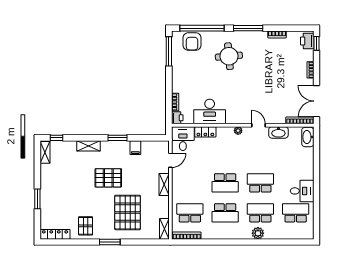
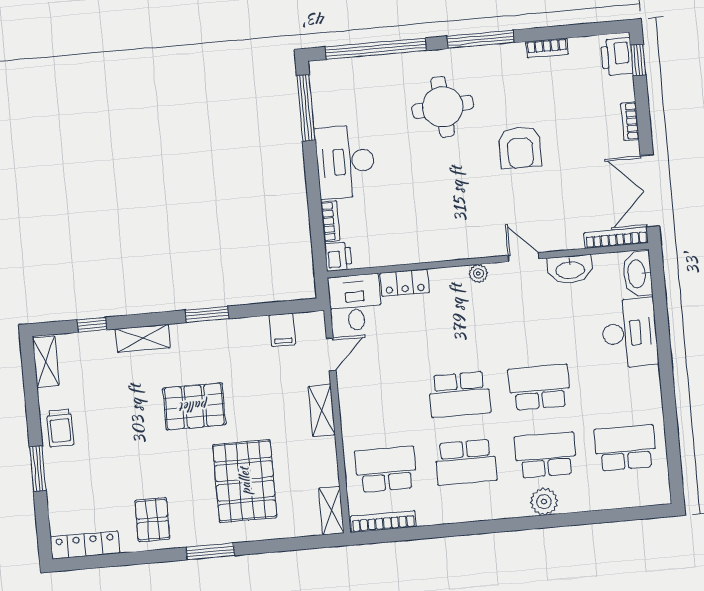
armchair: (192, 41) -> (520, 147), moved
desk: (210, 111) -> (345, 162), moved, turned 90
window: (56, 138) -> (92, 325), moved
filing cabinet: (135, 148) -> (282, 330), moved
trolley: (49, 182) -> (60, 428), added
desk: (302, 191) -> (630, 333), moved, width x1.37

